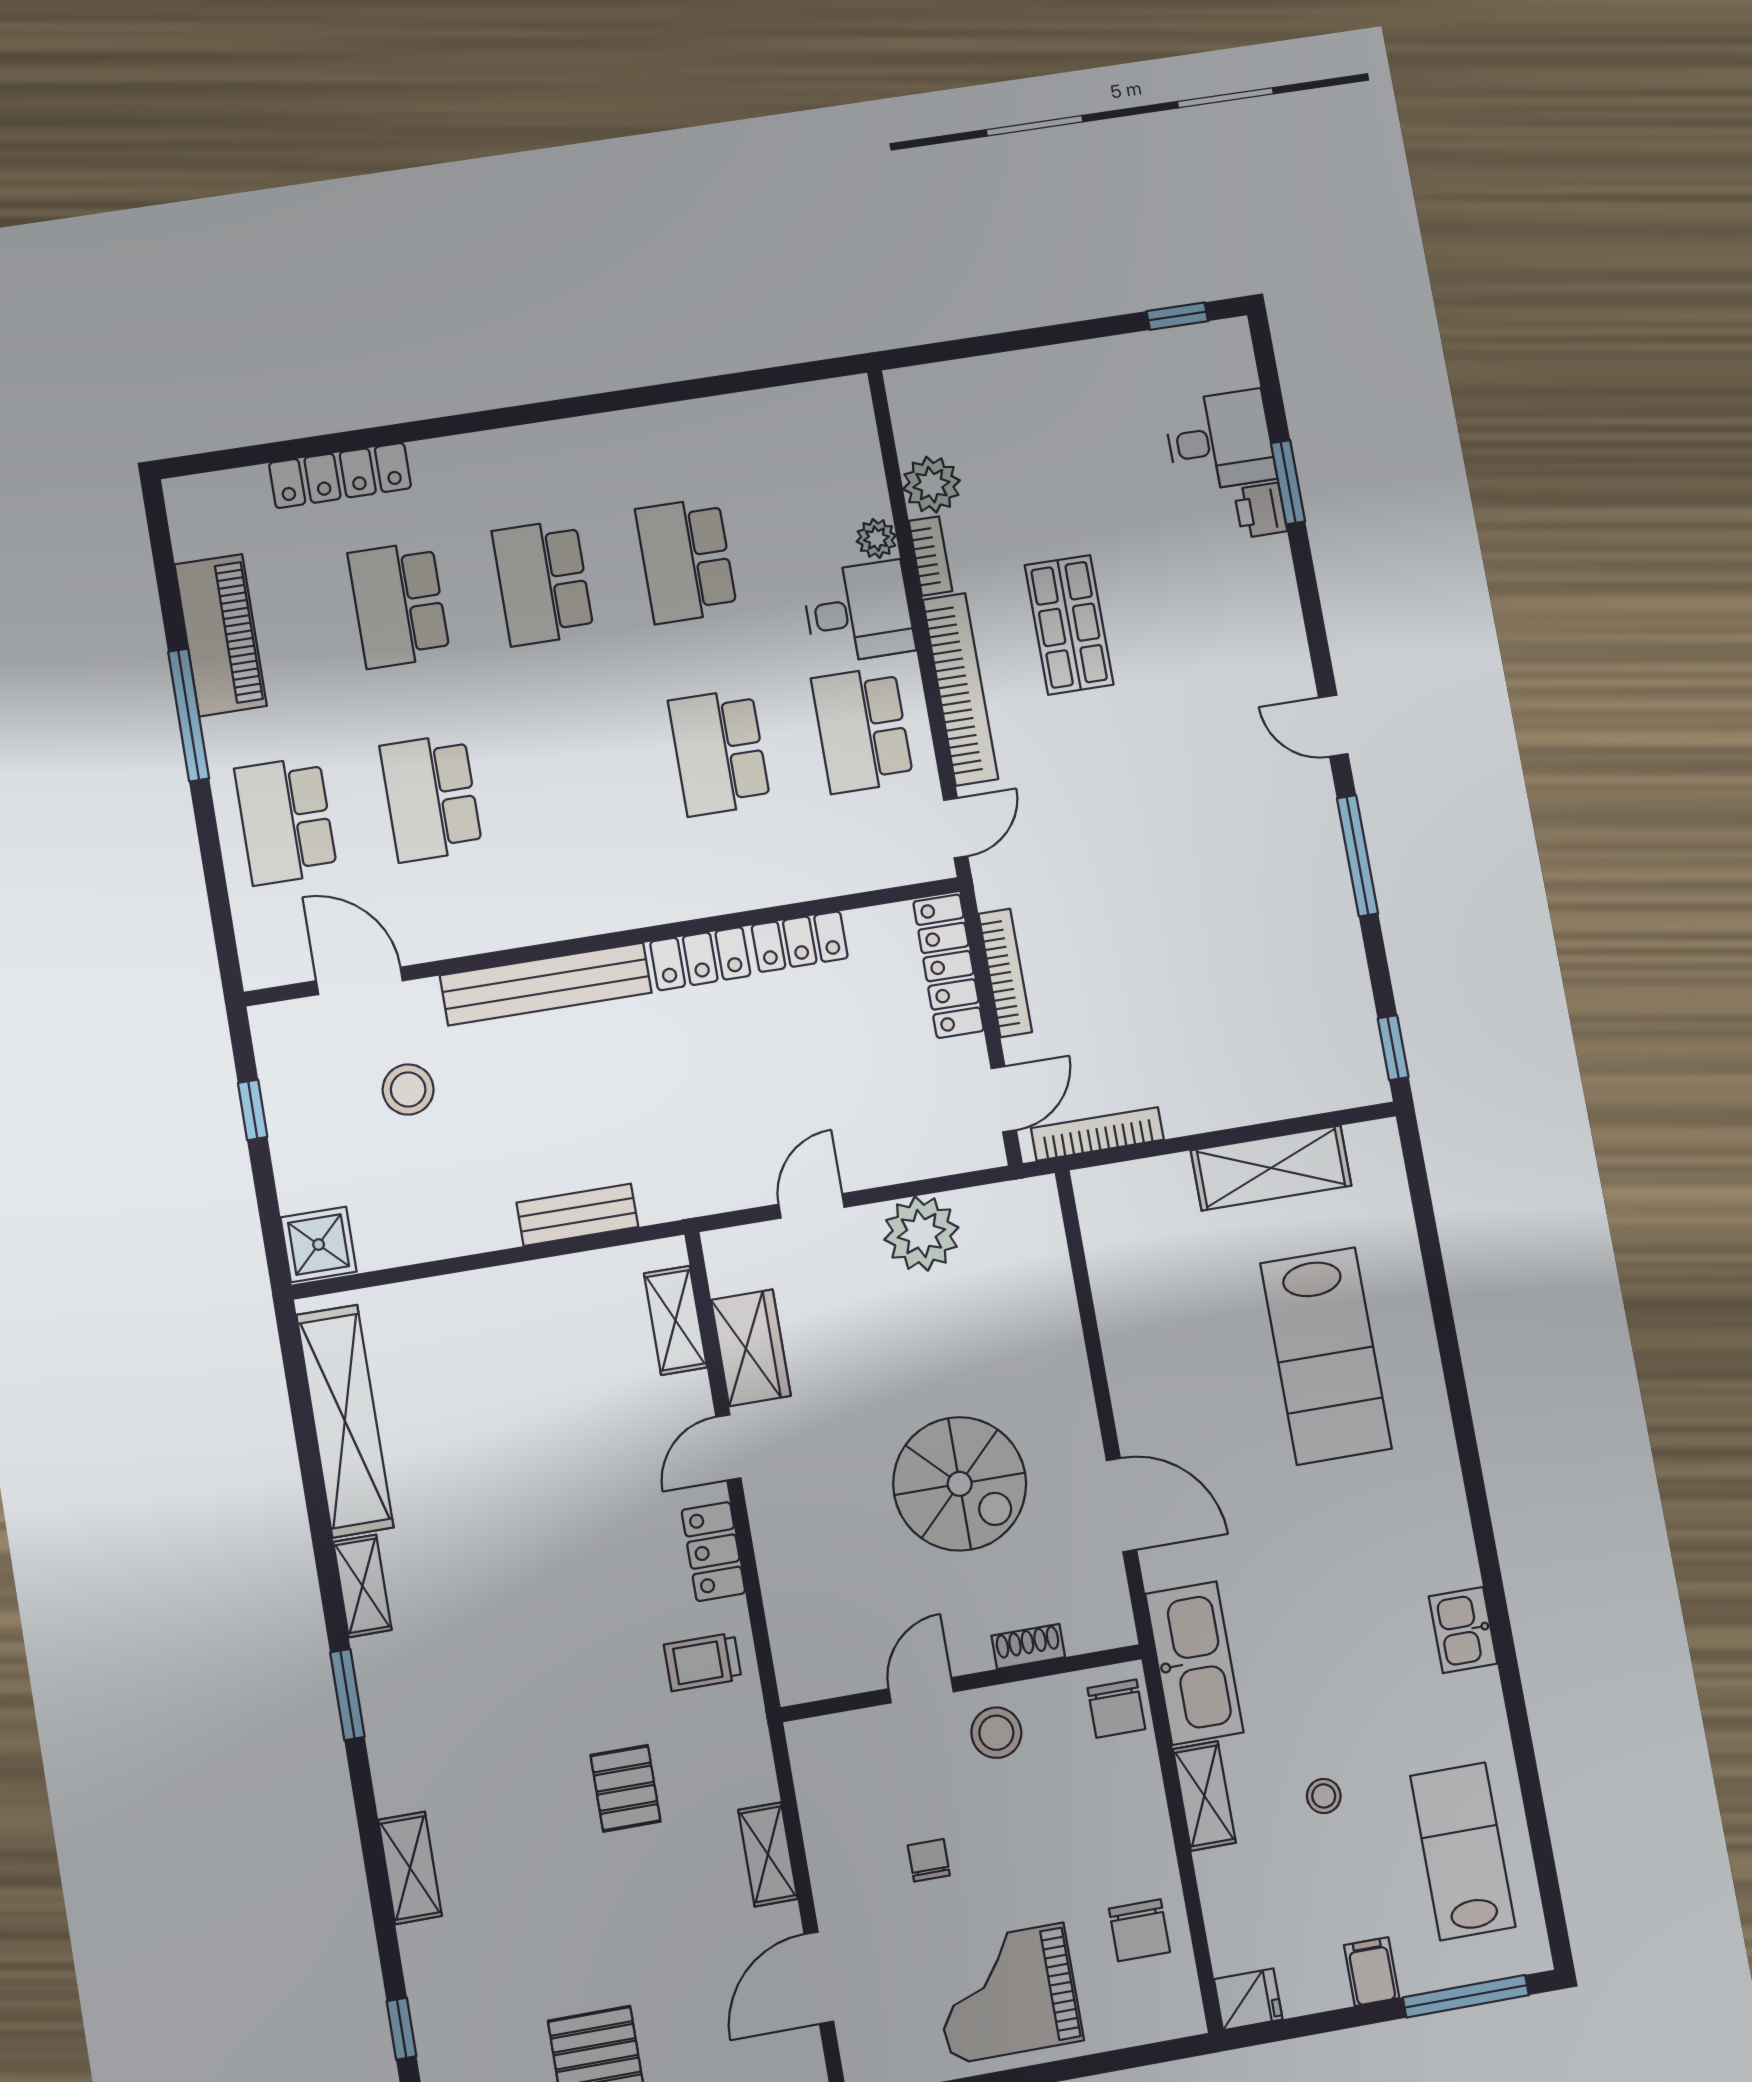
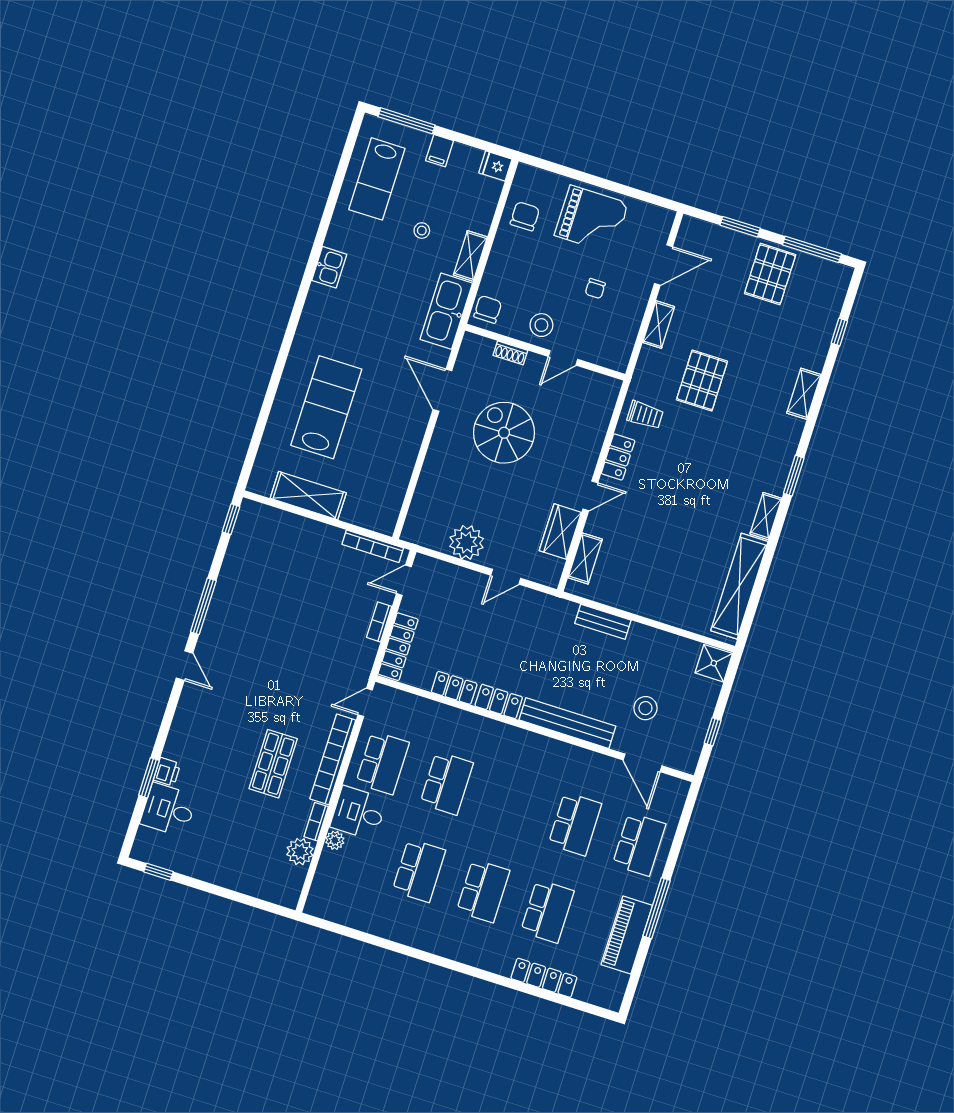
bookcase: (1005, 973) -> (379, 622), width x0.64
pallet: (626, 1788) -> (702, 381), width x1.50, depth x1.42

